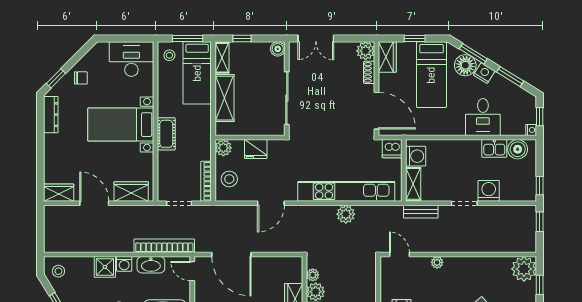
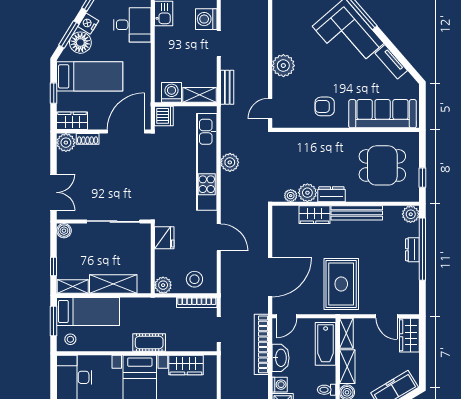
fridge: (256, 149) -> (164, 238), moved
wardrobe: (131, 191) -> (186, 365), moved, turned -90
plant: (437, 262) -> (283, 66), width x1.88, depth x1.88

